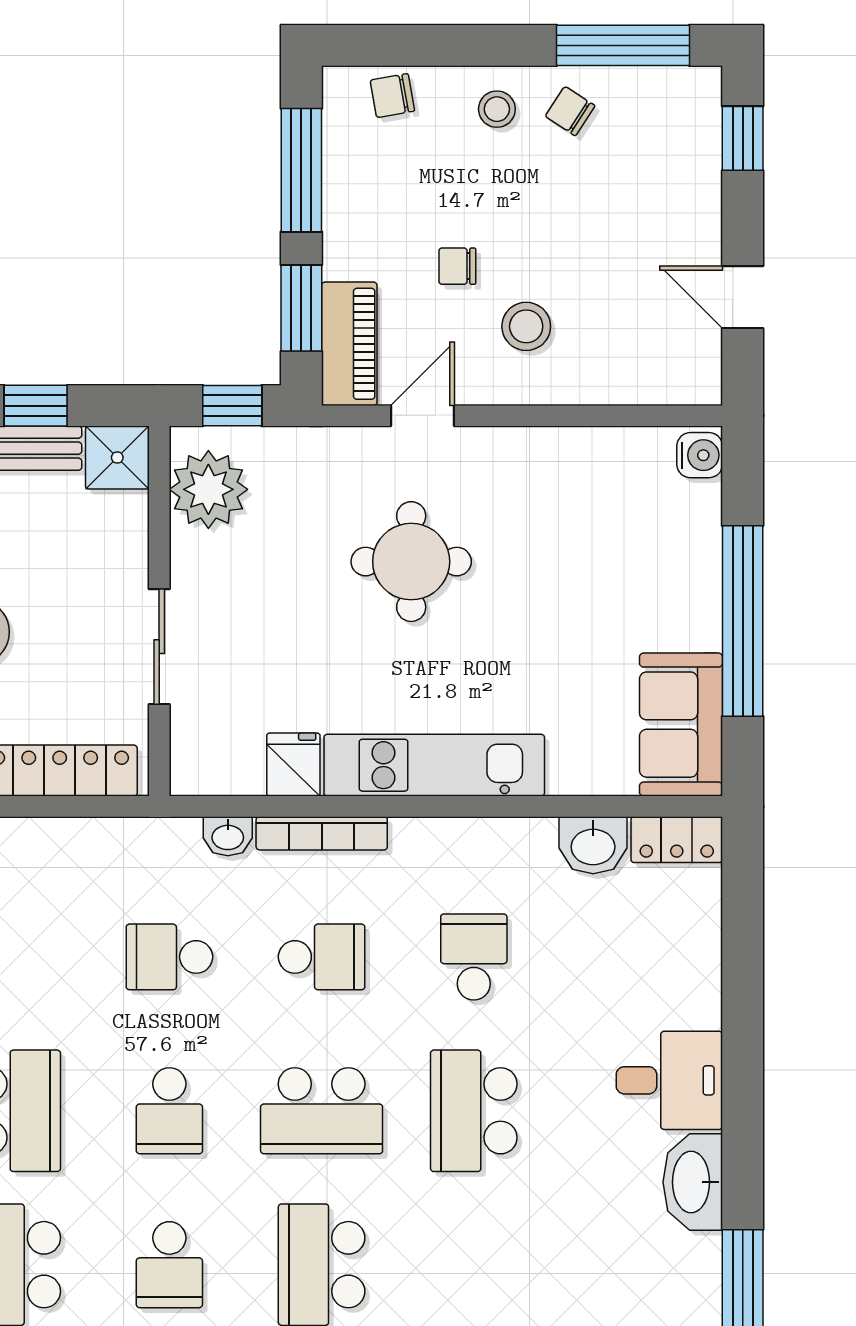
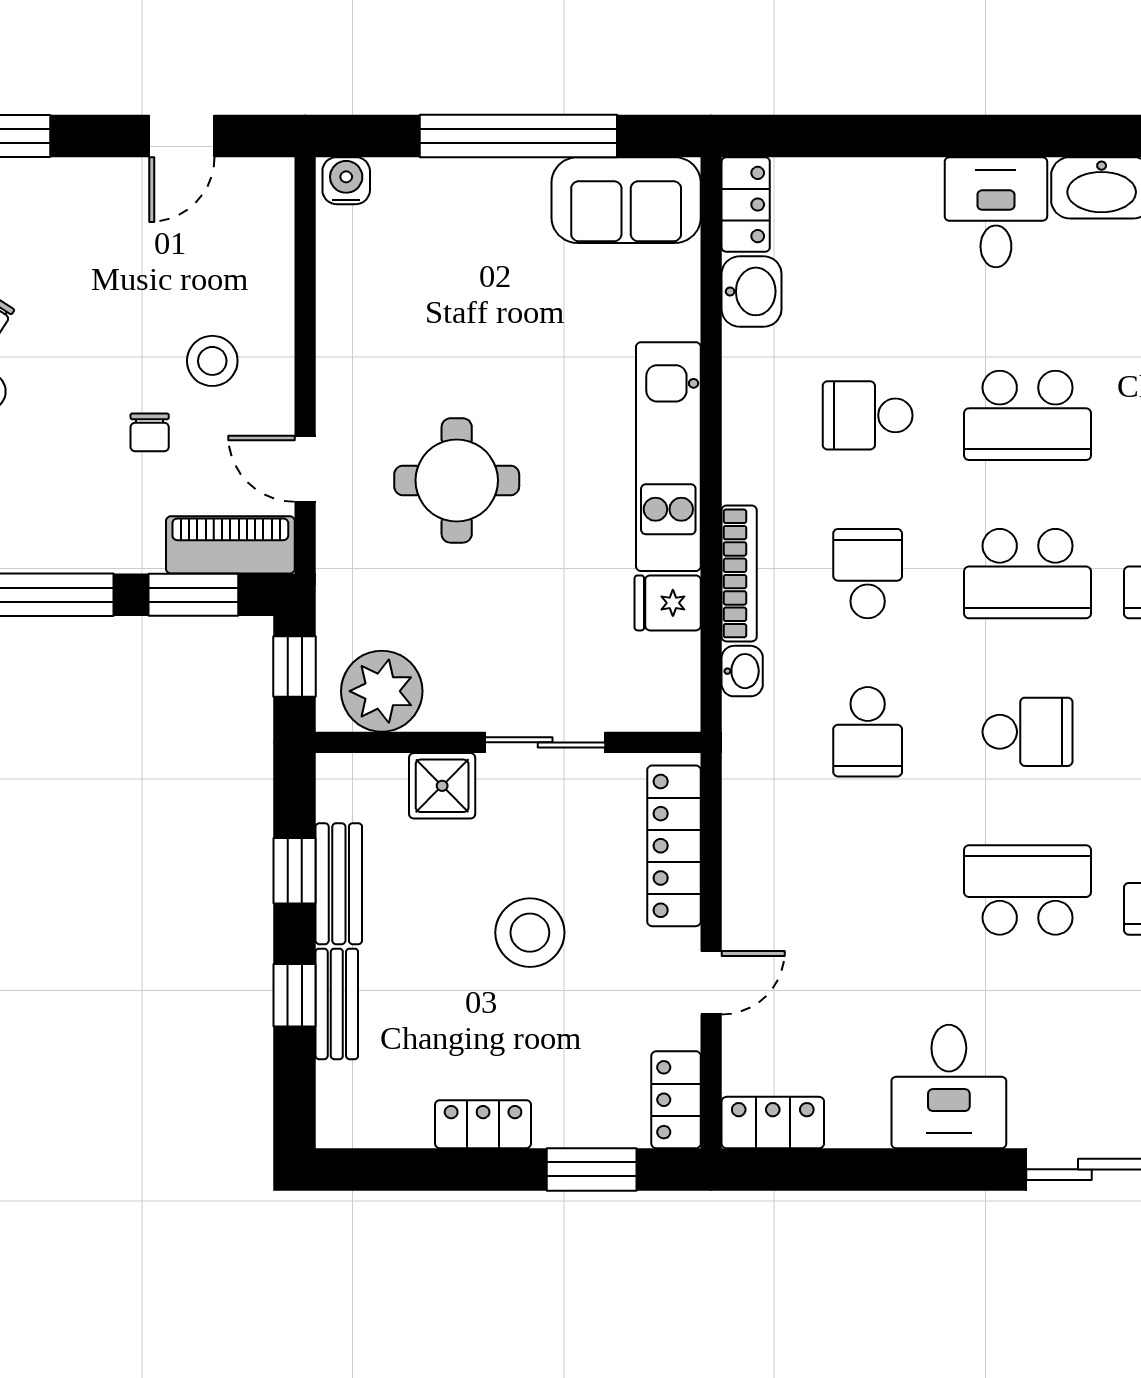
shower: (117, 458) -> (442, 786), moved
school desk: (322, 1111) -> (1028, 574), turned 90

